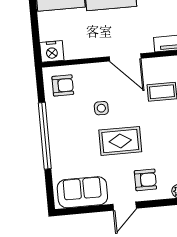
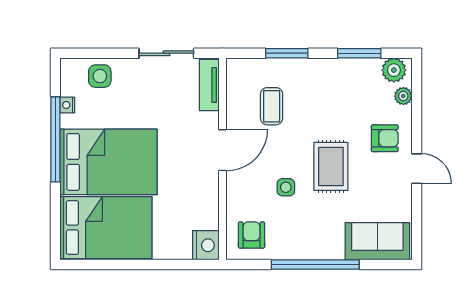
armchair: (145, 180) -> (385, 138), turned 90
sofa: (82, 192) -> (377, 241), moved, turned 90

